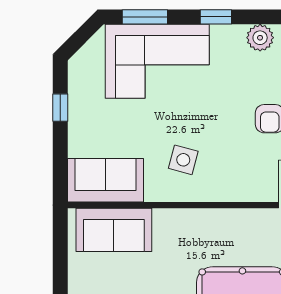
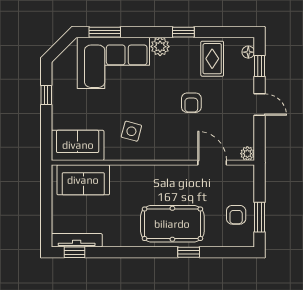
window: (216, 17) -> (183, 32), moved
plant: (260, 38) -> (160, 47), moved

